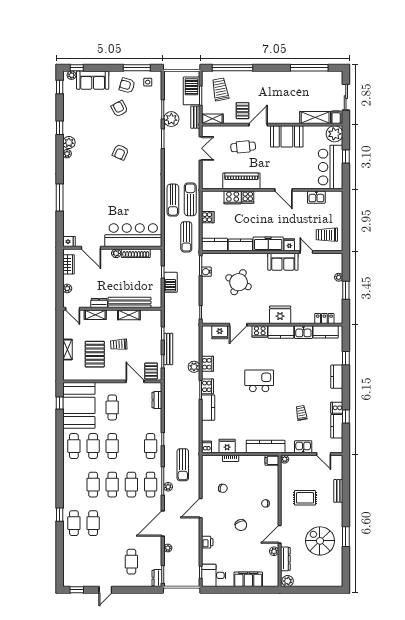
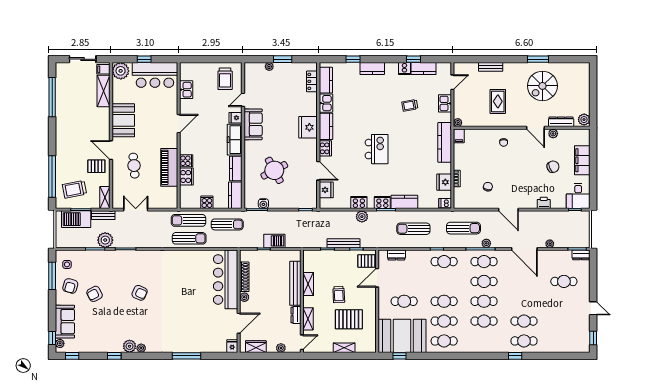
round table: (239, 282) -> (274, 170), turned 37
kitchen island: (259, 381) -> (377, 149), turned 180
sun lounger: (182, 416) -> (413, 229), added
chair: (241, 525) -> (553, 167), moved

